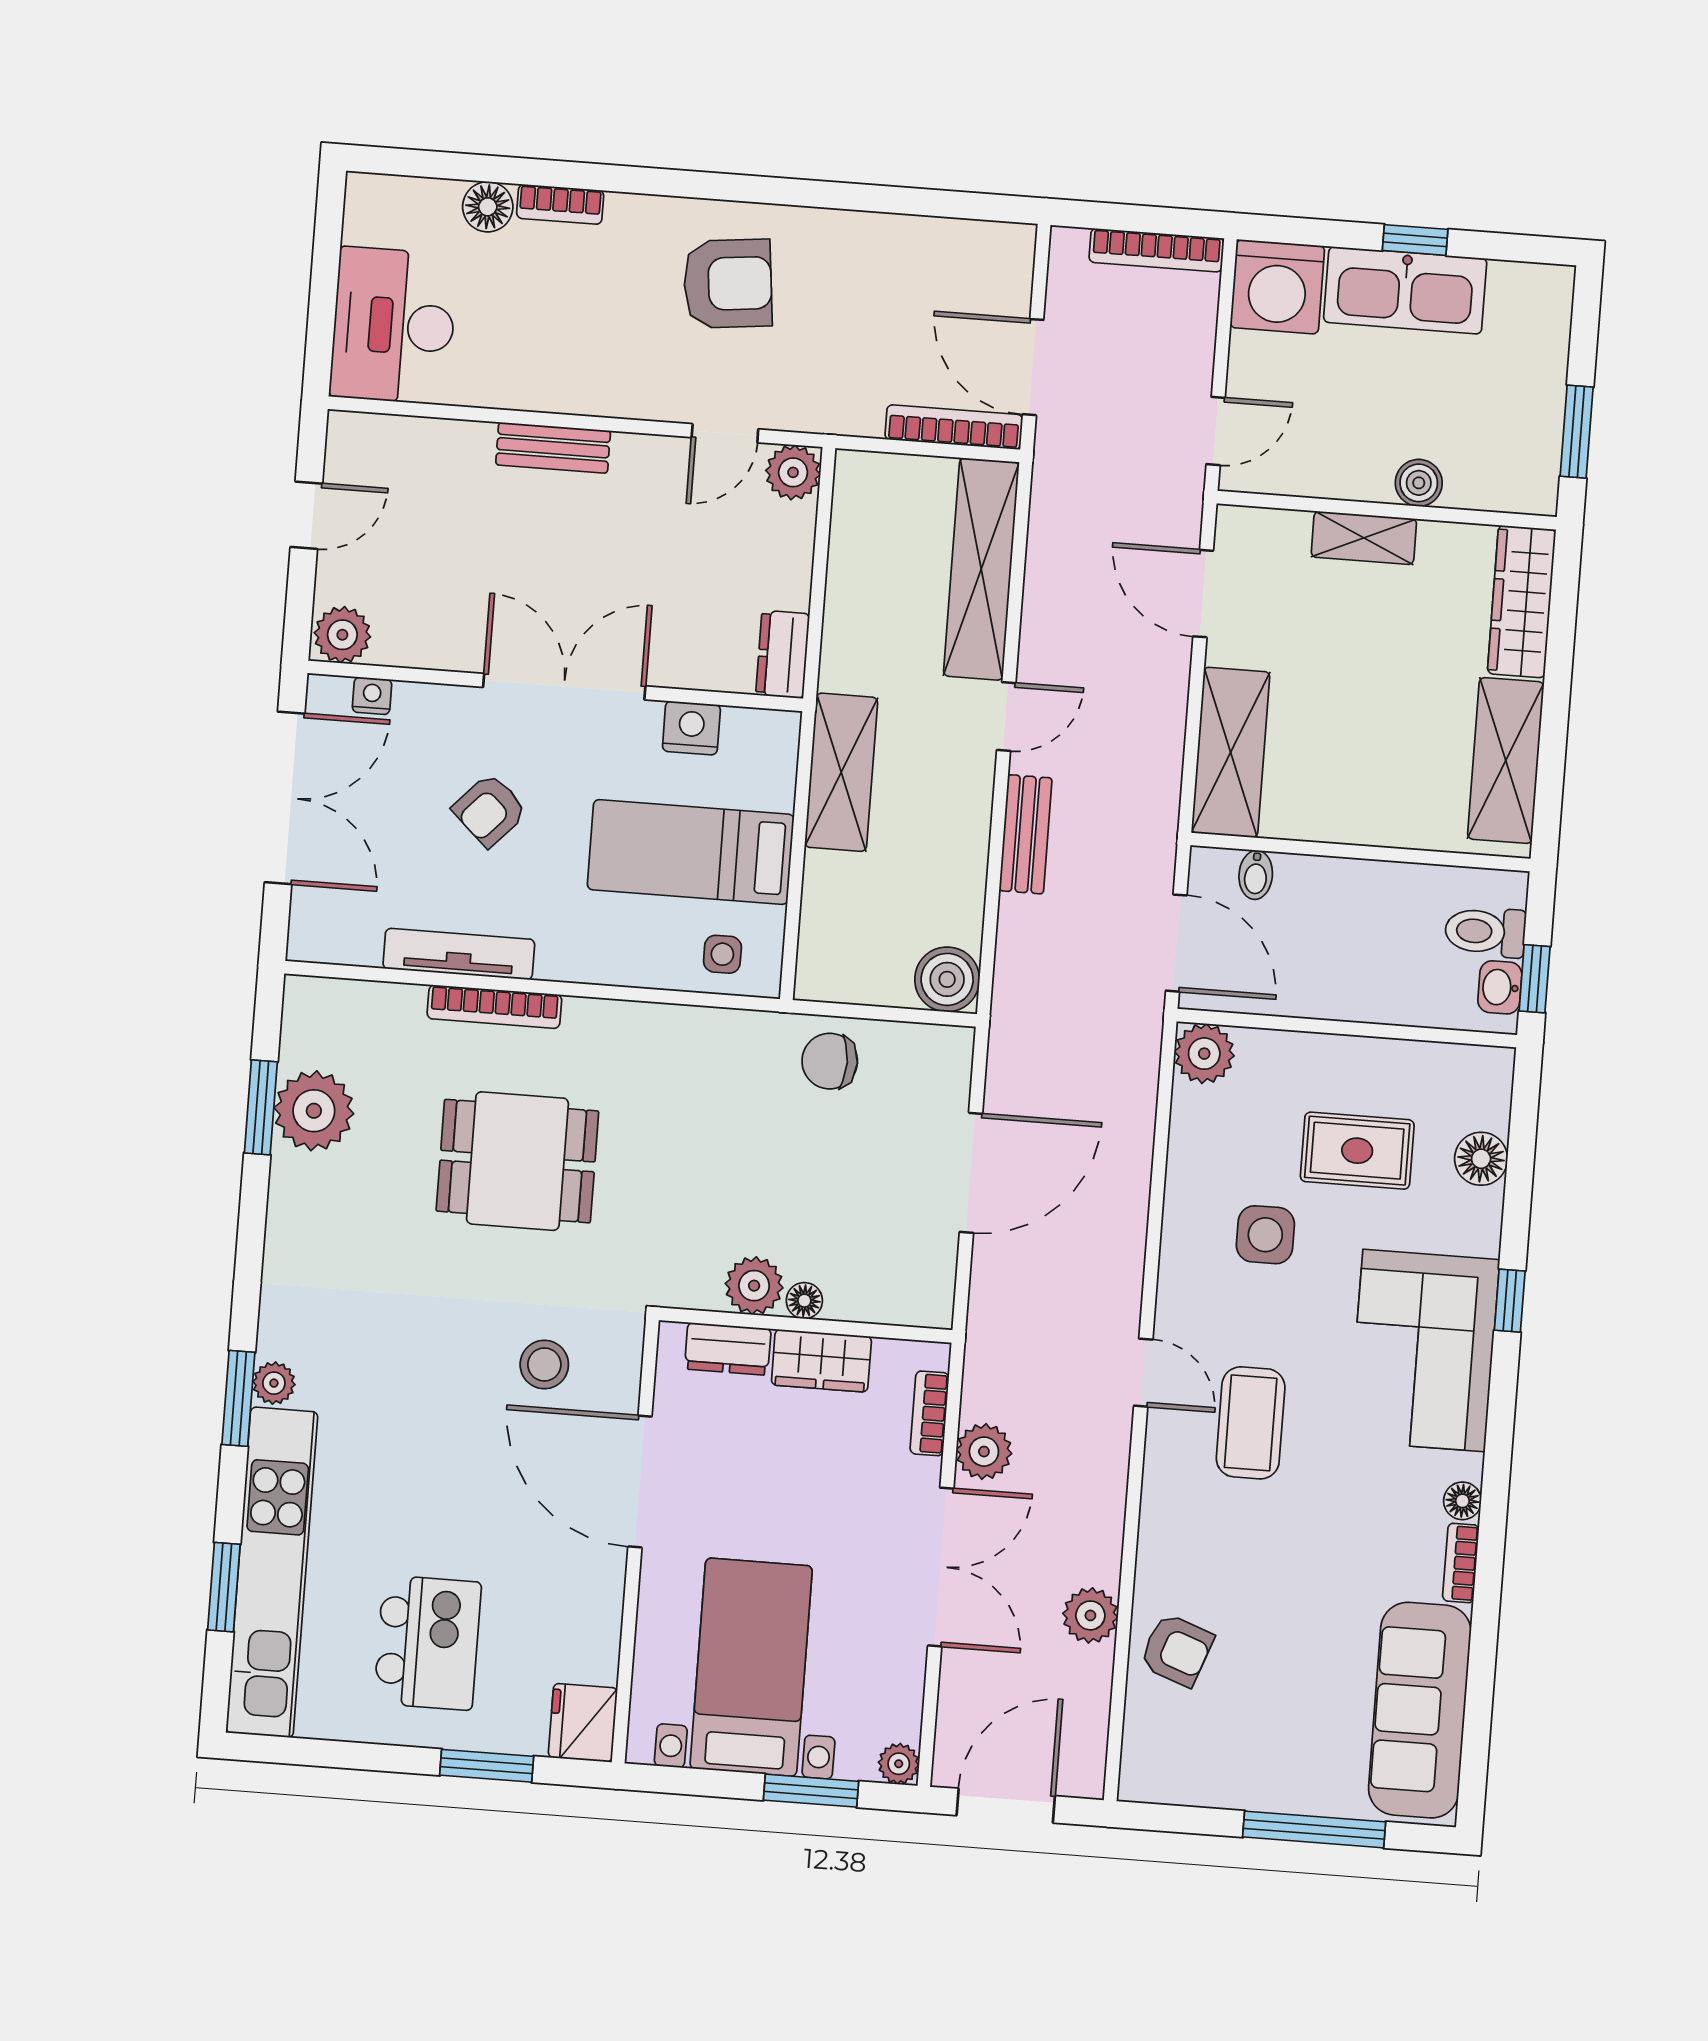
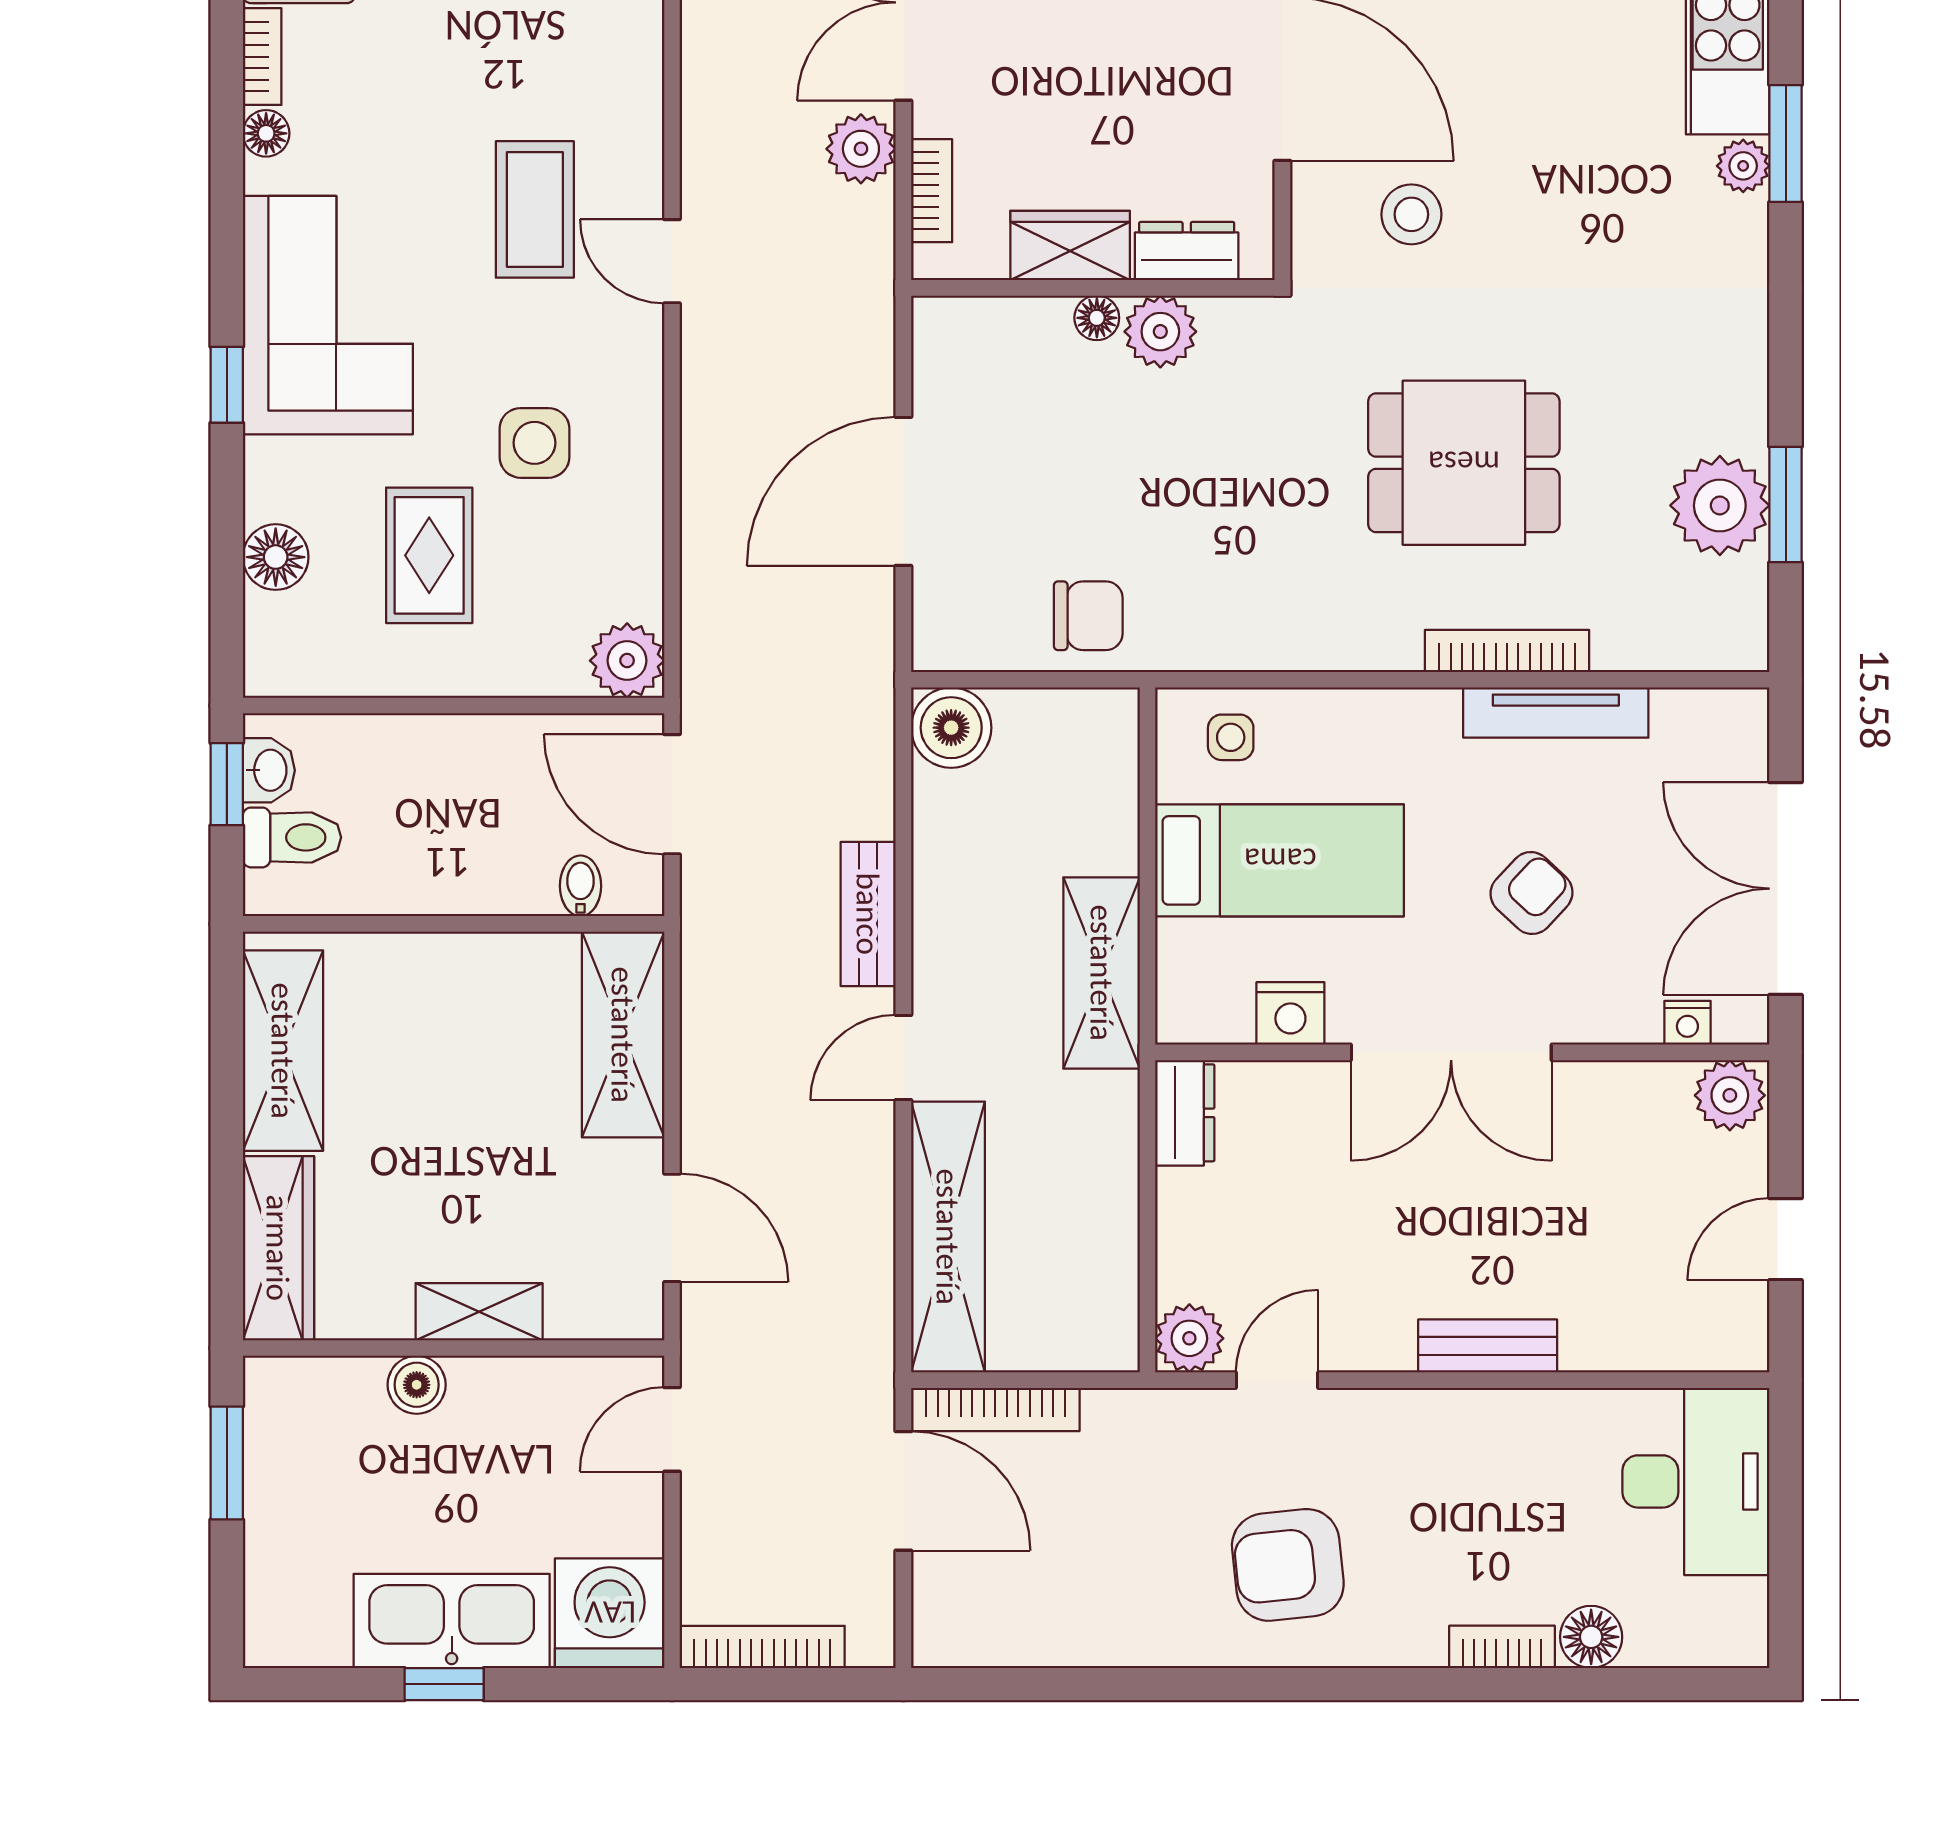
rug: (1357, 1151) -> (429, 555), turned 90

